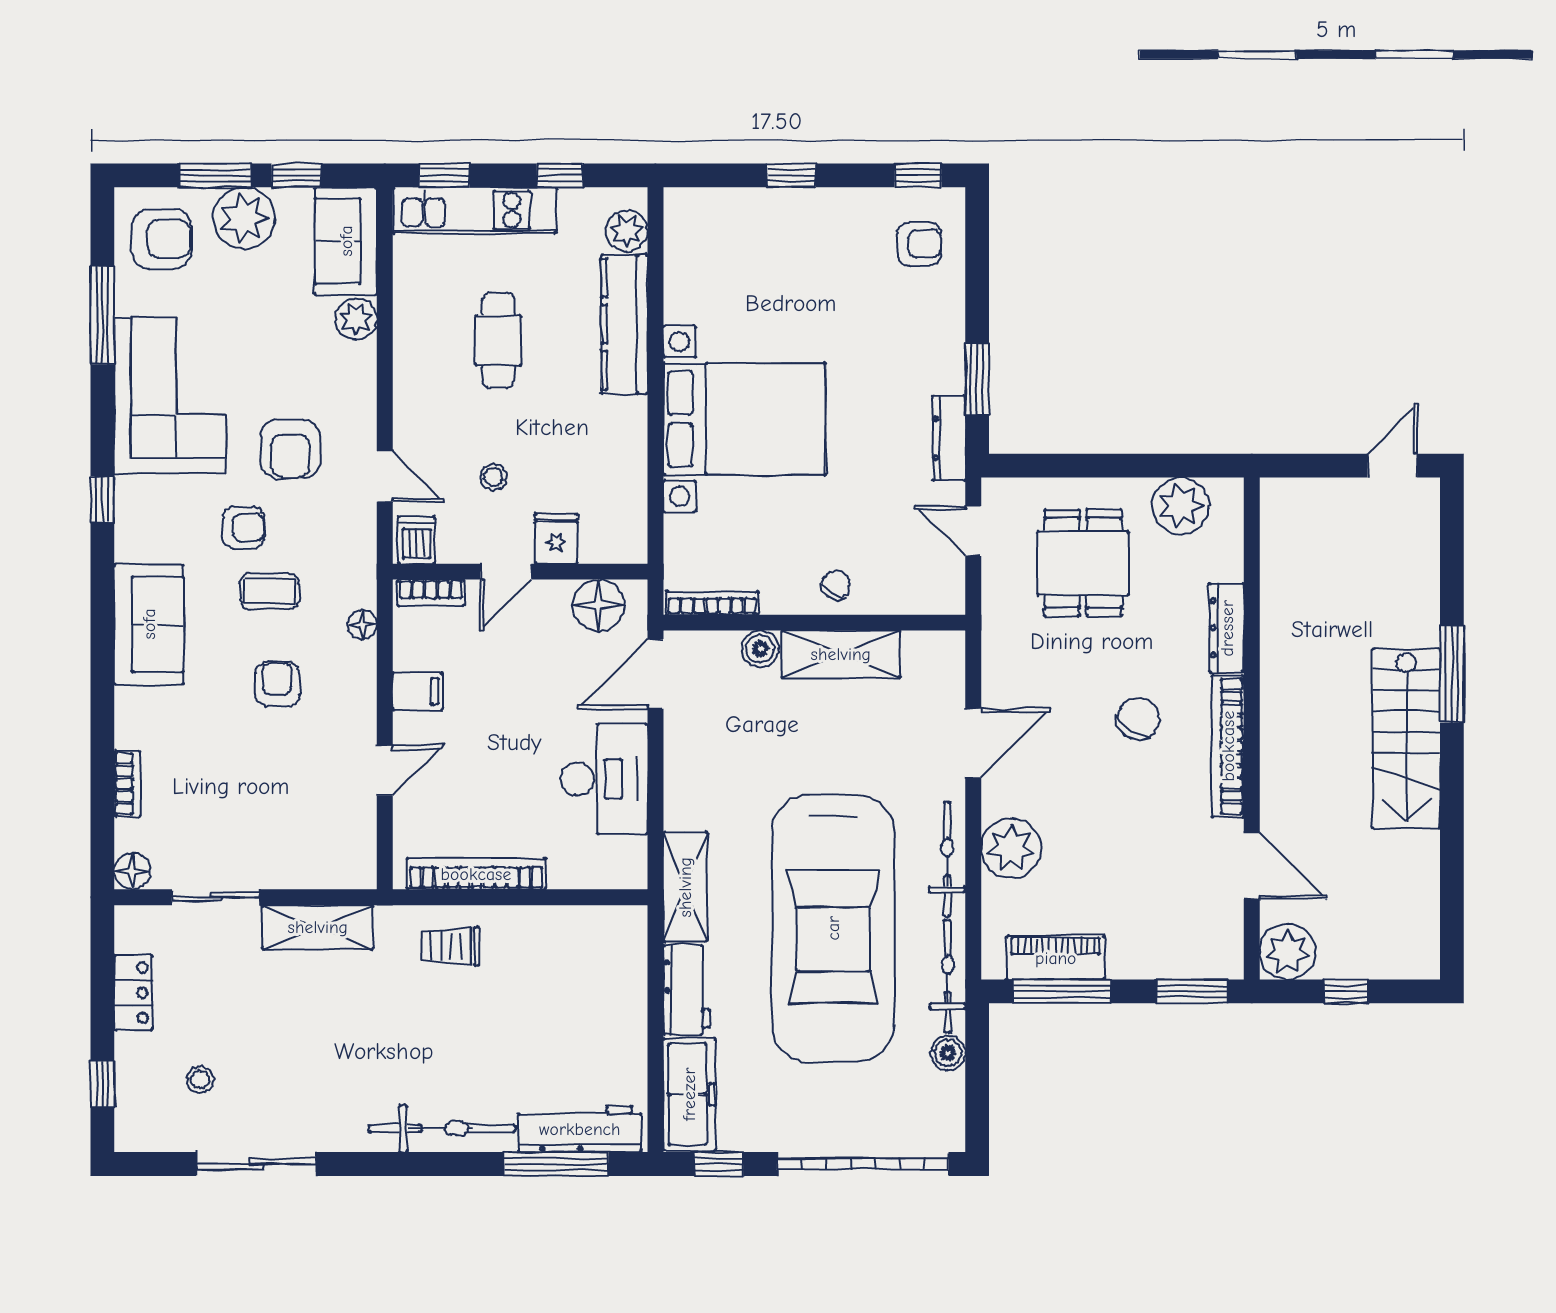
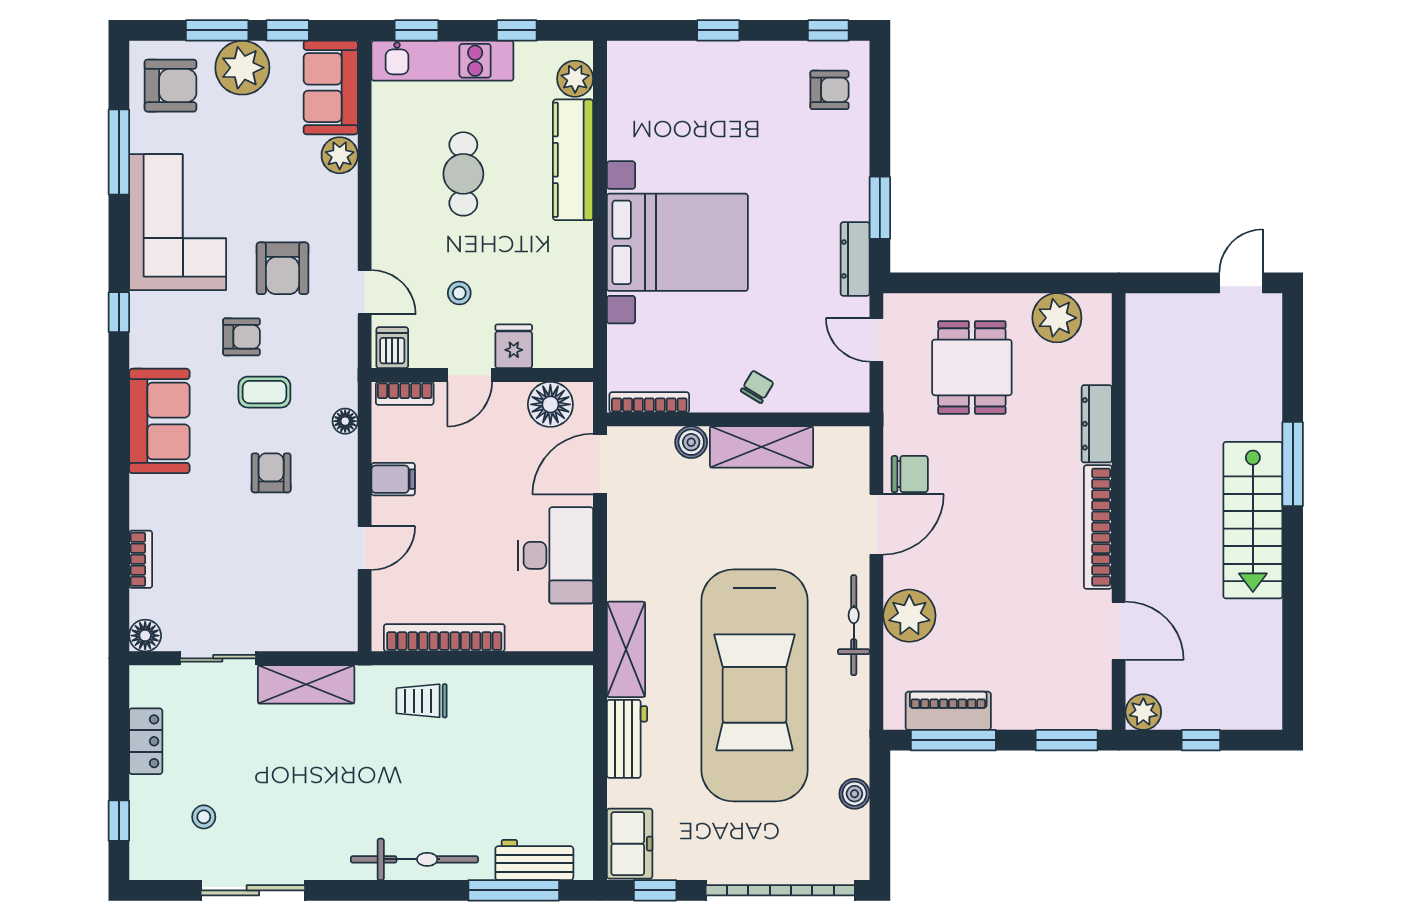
chair: (1138, 719) -> (910, 474), moved, turned 58
plant: (1288, 952) -> (1143, 712), width x0.73, depth x0.73
bicycle: (948, 976) -> (854, 727), removed
freezer: (689, 1094) -> (630, 844), width x0.71
workbench: (580, 1129) -> (534, 860), width x0.73

